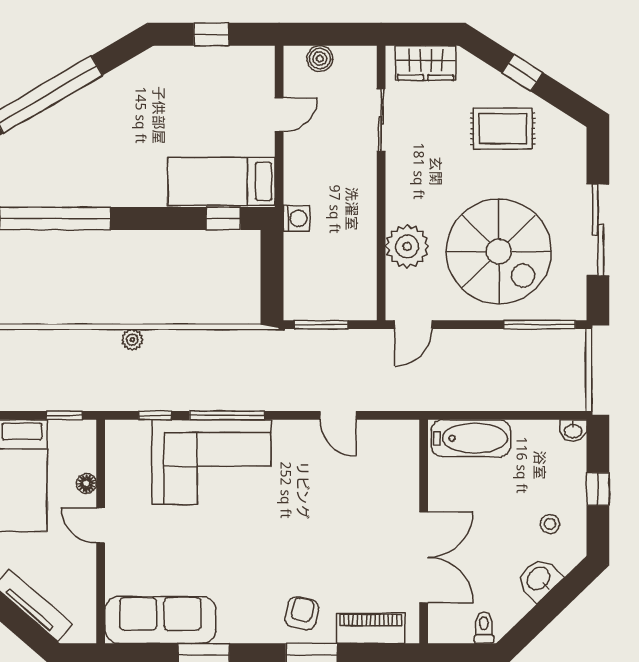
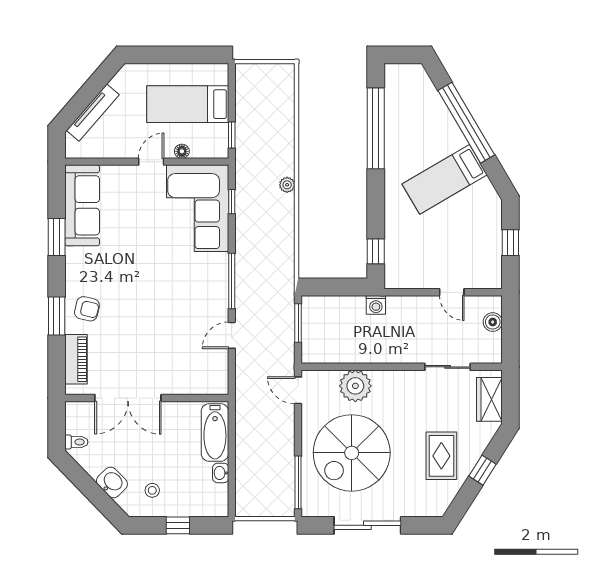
bed: (221, 181) -> (445, 179), moved, turned -120
window: (227, 415) -> (232, 281), moved
washbasin: (573, 430) -> (221, 473), moved
corner sofa: (211, 462) -> (198, 208), moved

